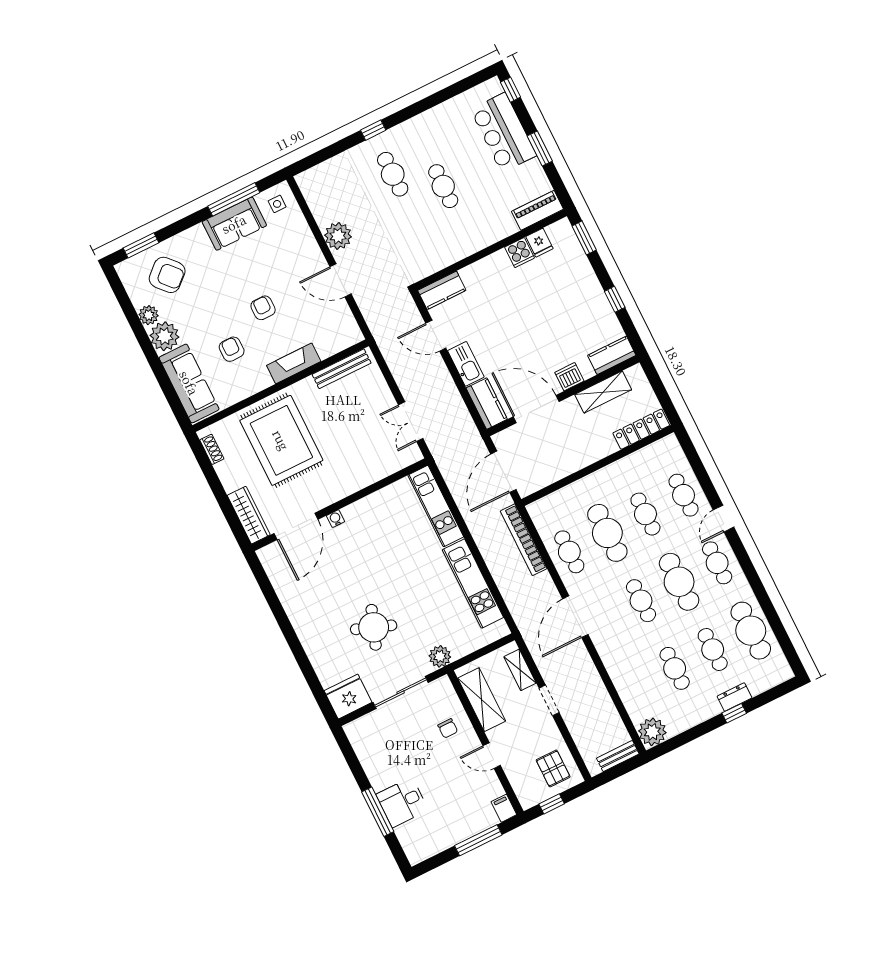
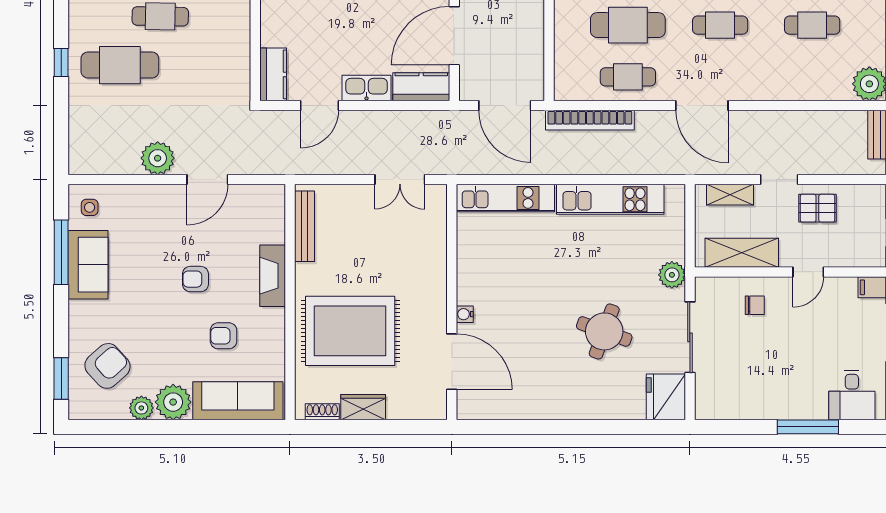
cafe table: (393, 174) -> (120, 65), width x1.37, depth x1.35
wardrobe: (249, 515) -> (363, 407), moved, width x0.67
pallet: (553, 768) -> (817, 208), moved
desk: (402, 802) -> (852, 395), moved

